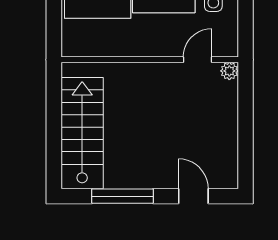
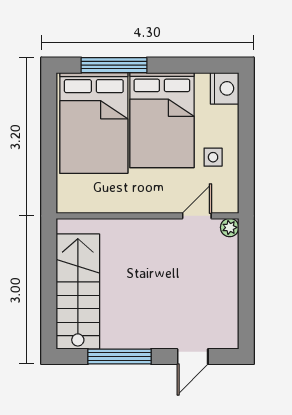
door: (193, 196) -> (193, 357), swing flipped

